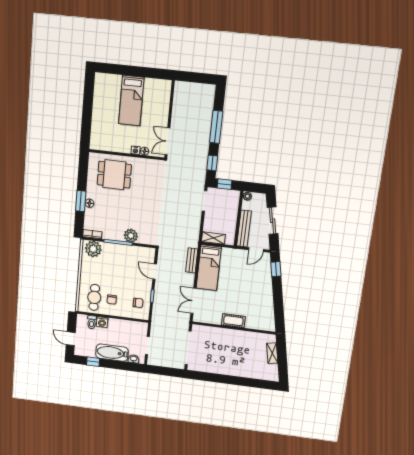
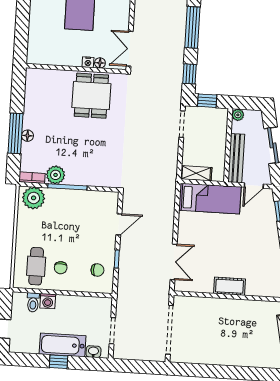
dining table: (114, 175) -> (91, 96), moved, turned 90
window: (81, 201) -> (15, 133), width x1.44
plant: (131, 236) -> (56, 175), moved
bench: (192, 260) -> (169, 206), removed
bed: (209, 268) -> (210, 199), moved, turned -90
door: (155, 272) -> (119, 224), swing flipped
double door: (193, 301) -> (174, 262), swing flipped
window: (93, 362) -> (59, 362), moved

